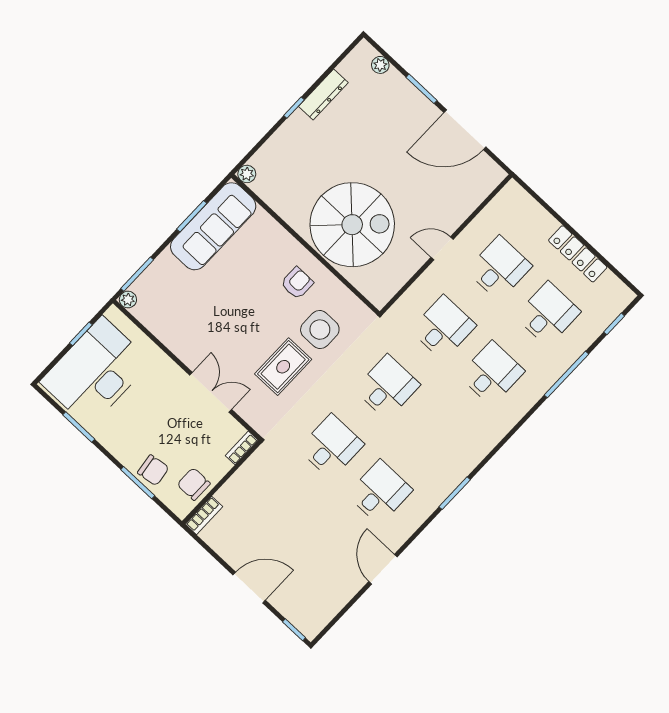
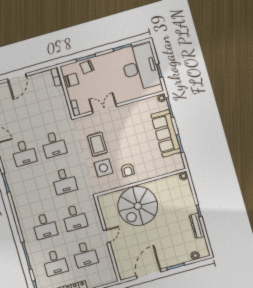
sofa: (213, 226) -> (166, 133), moved
double door: (211, 392) -> (105, 109), swing flipped

